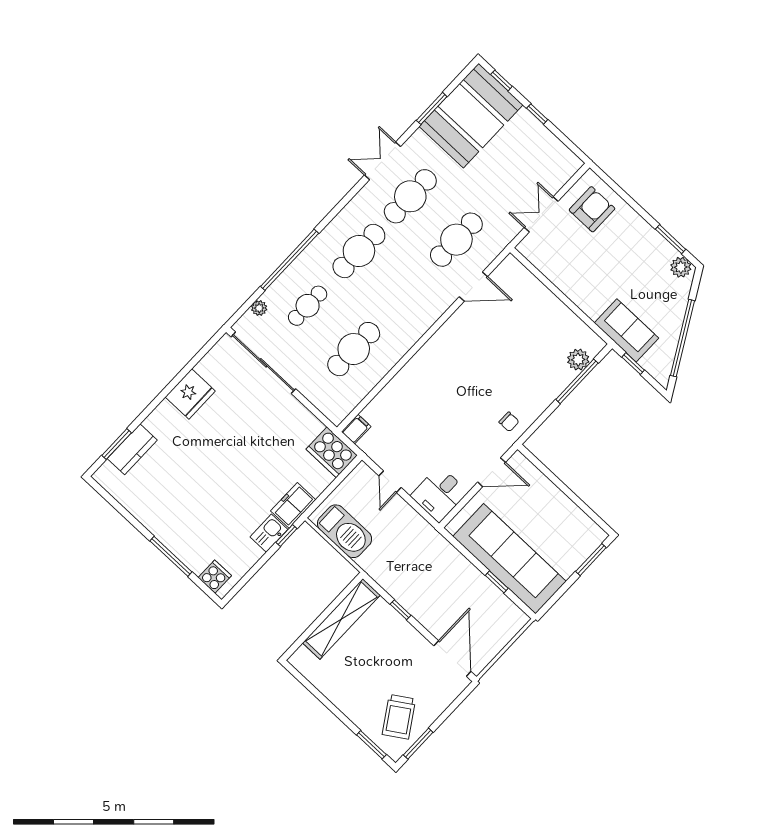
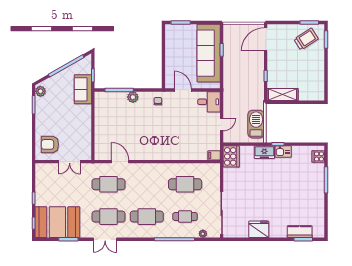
plant: (578, 360) -> (133, 97), moved
shelving: (341, 619) -> (283, 95), width x0.68

